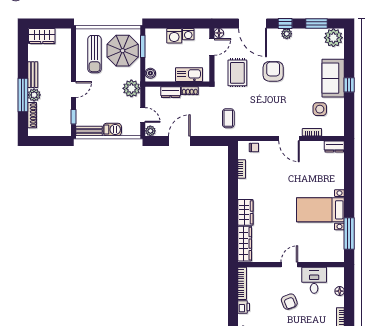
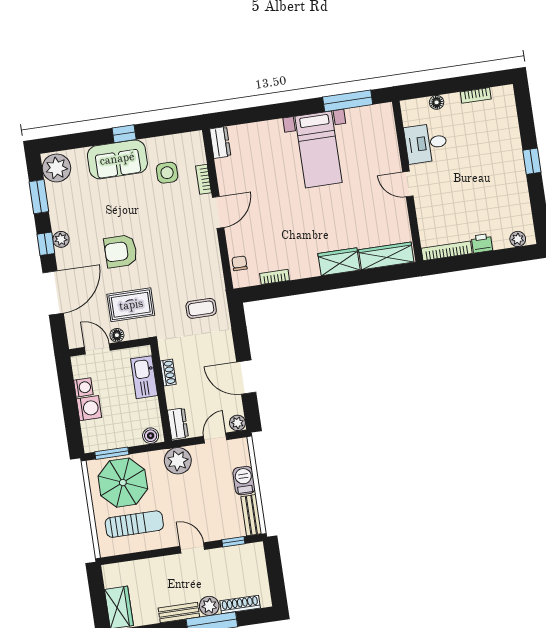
floor lamp: (219, 33) -> (117, 335), moved
dresser: (171, 92) -> (178, 424), moved
armchair: (289, 302) -> (464, 176), removed

